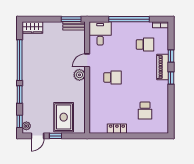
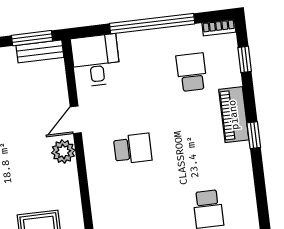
school desk: (145, 44) -> (192, 72), turned -90
window: (171, 56) -> (245, 59), moved

